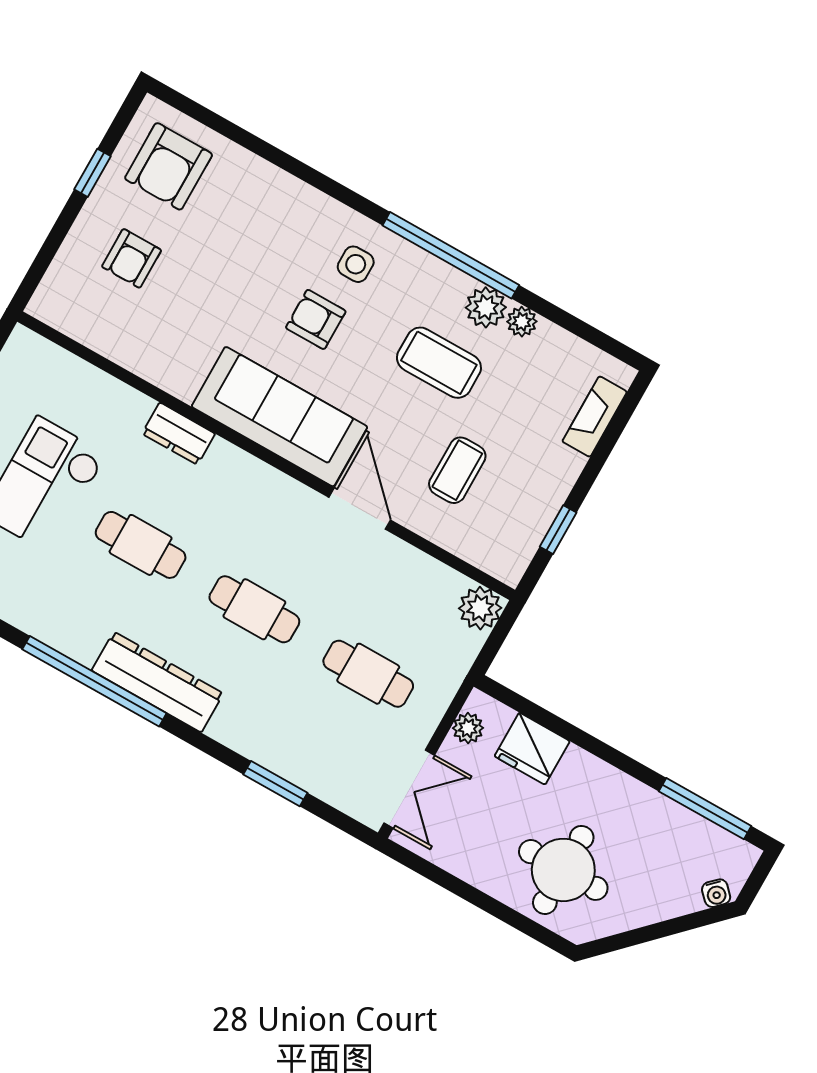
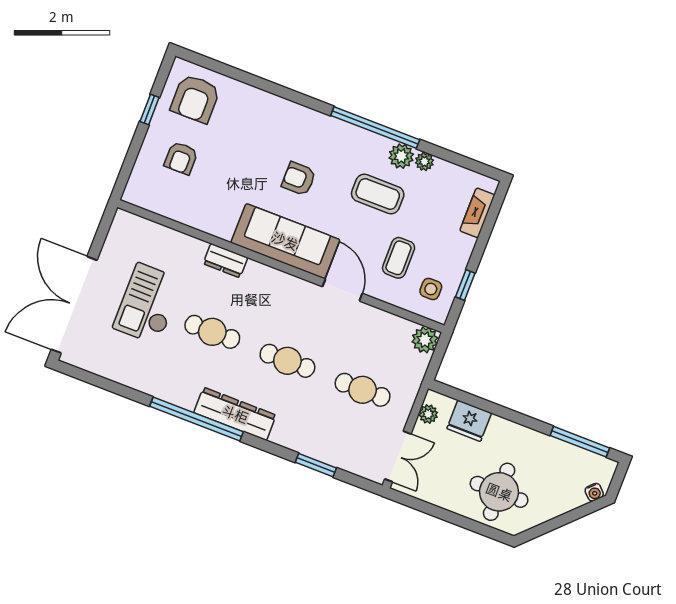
side table: (356, 264) -> (431, 289), moved

